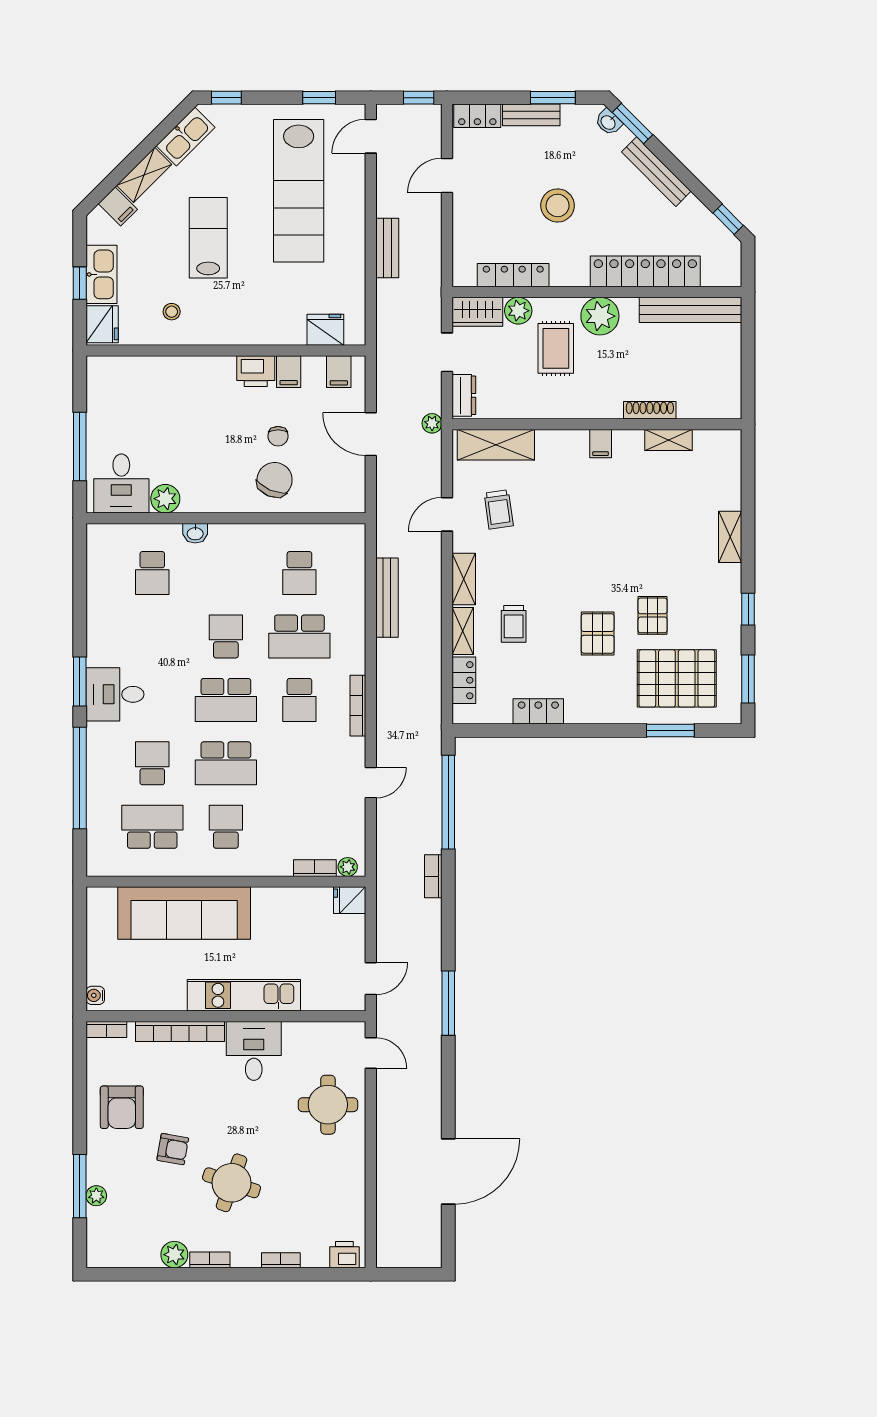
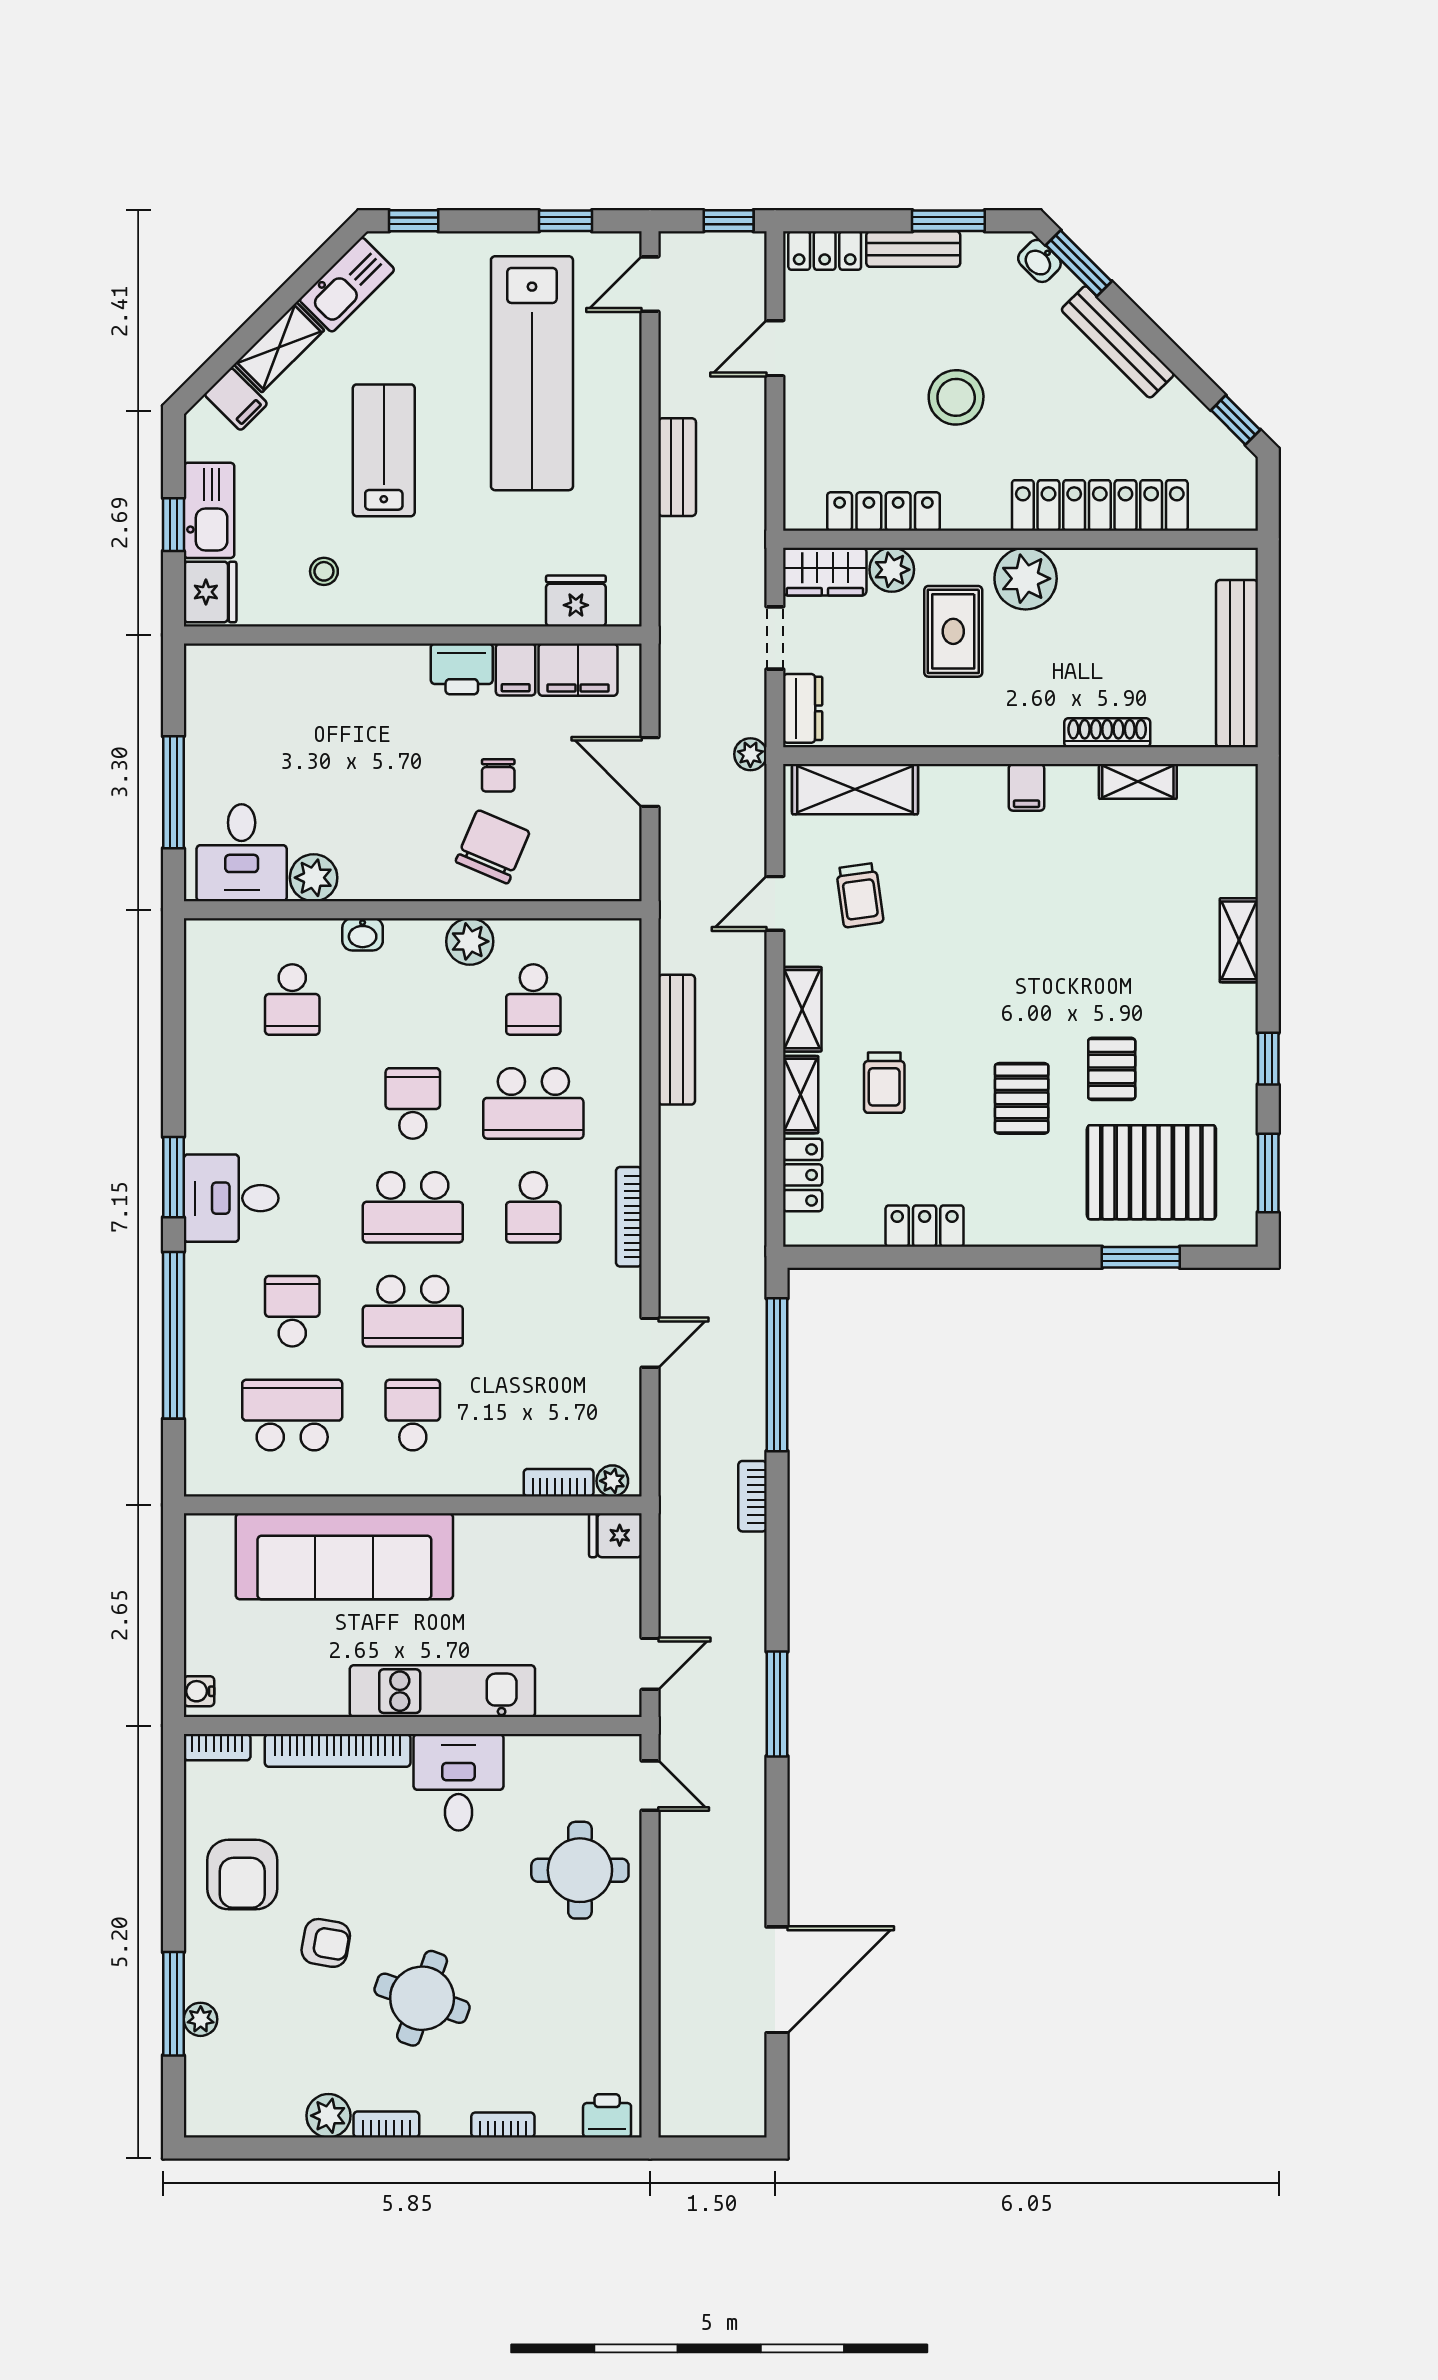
bench: (691, 310) -> (1237, 664), moved, turned 90
filing cabinet: (339, 372) -> (578, 670), width x2.00
plant: (261, 538) -> (470, 941), added

